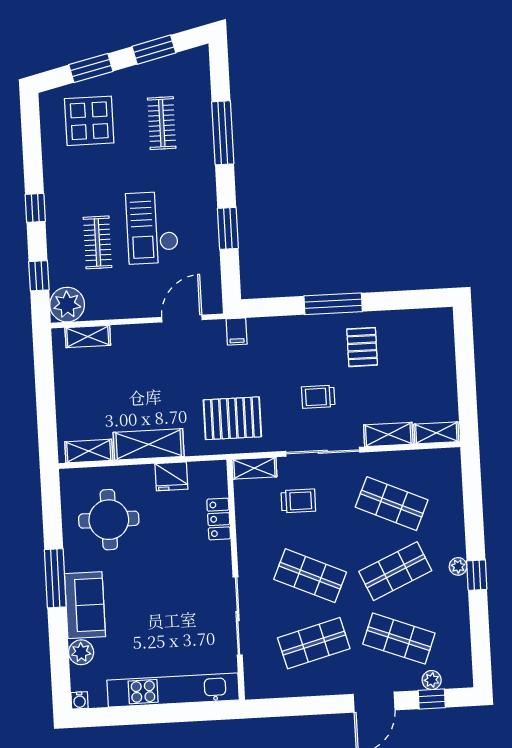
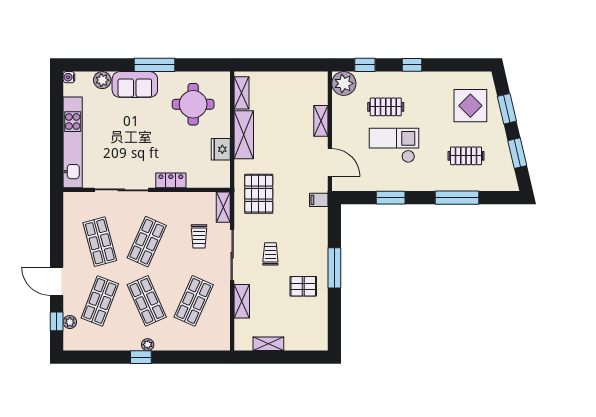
shelving: (88, 336) -> (321, 121), moved
shelving: (436, 433) -> (268, 344), moved, turned 90
locker: (219, 519) -> (171, 180), moved

